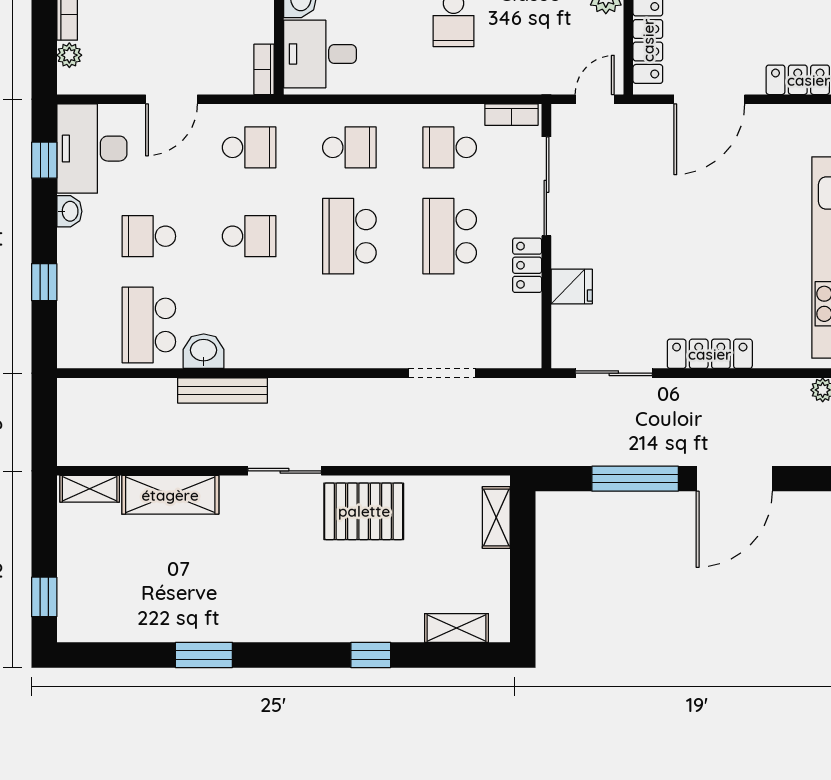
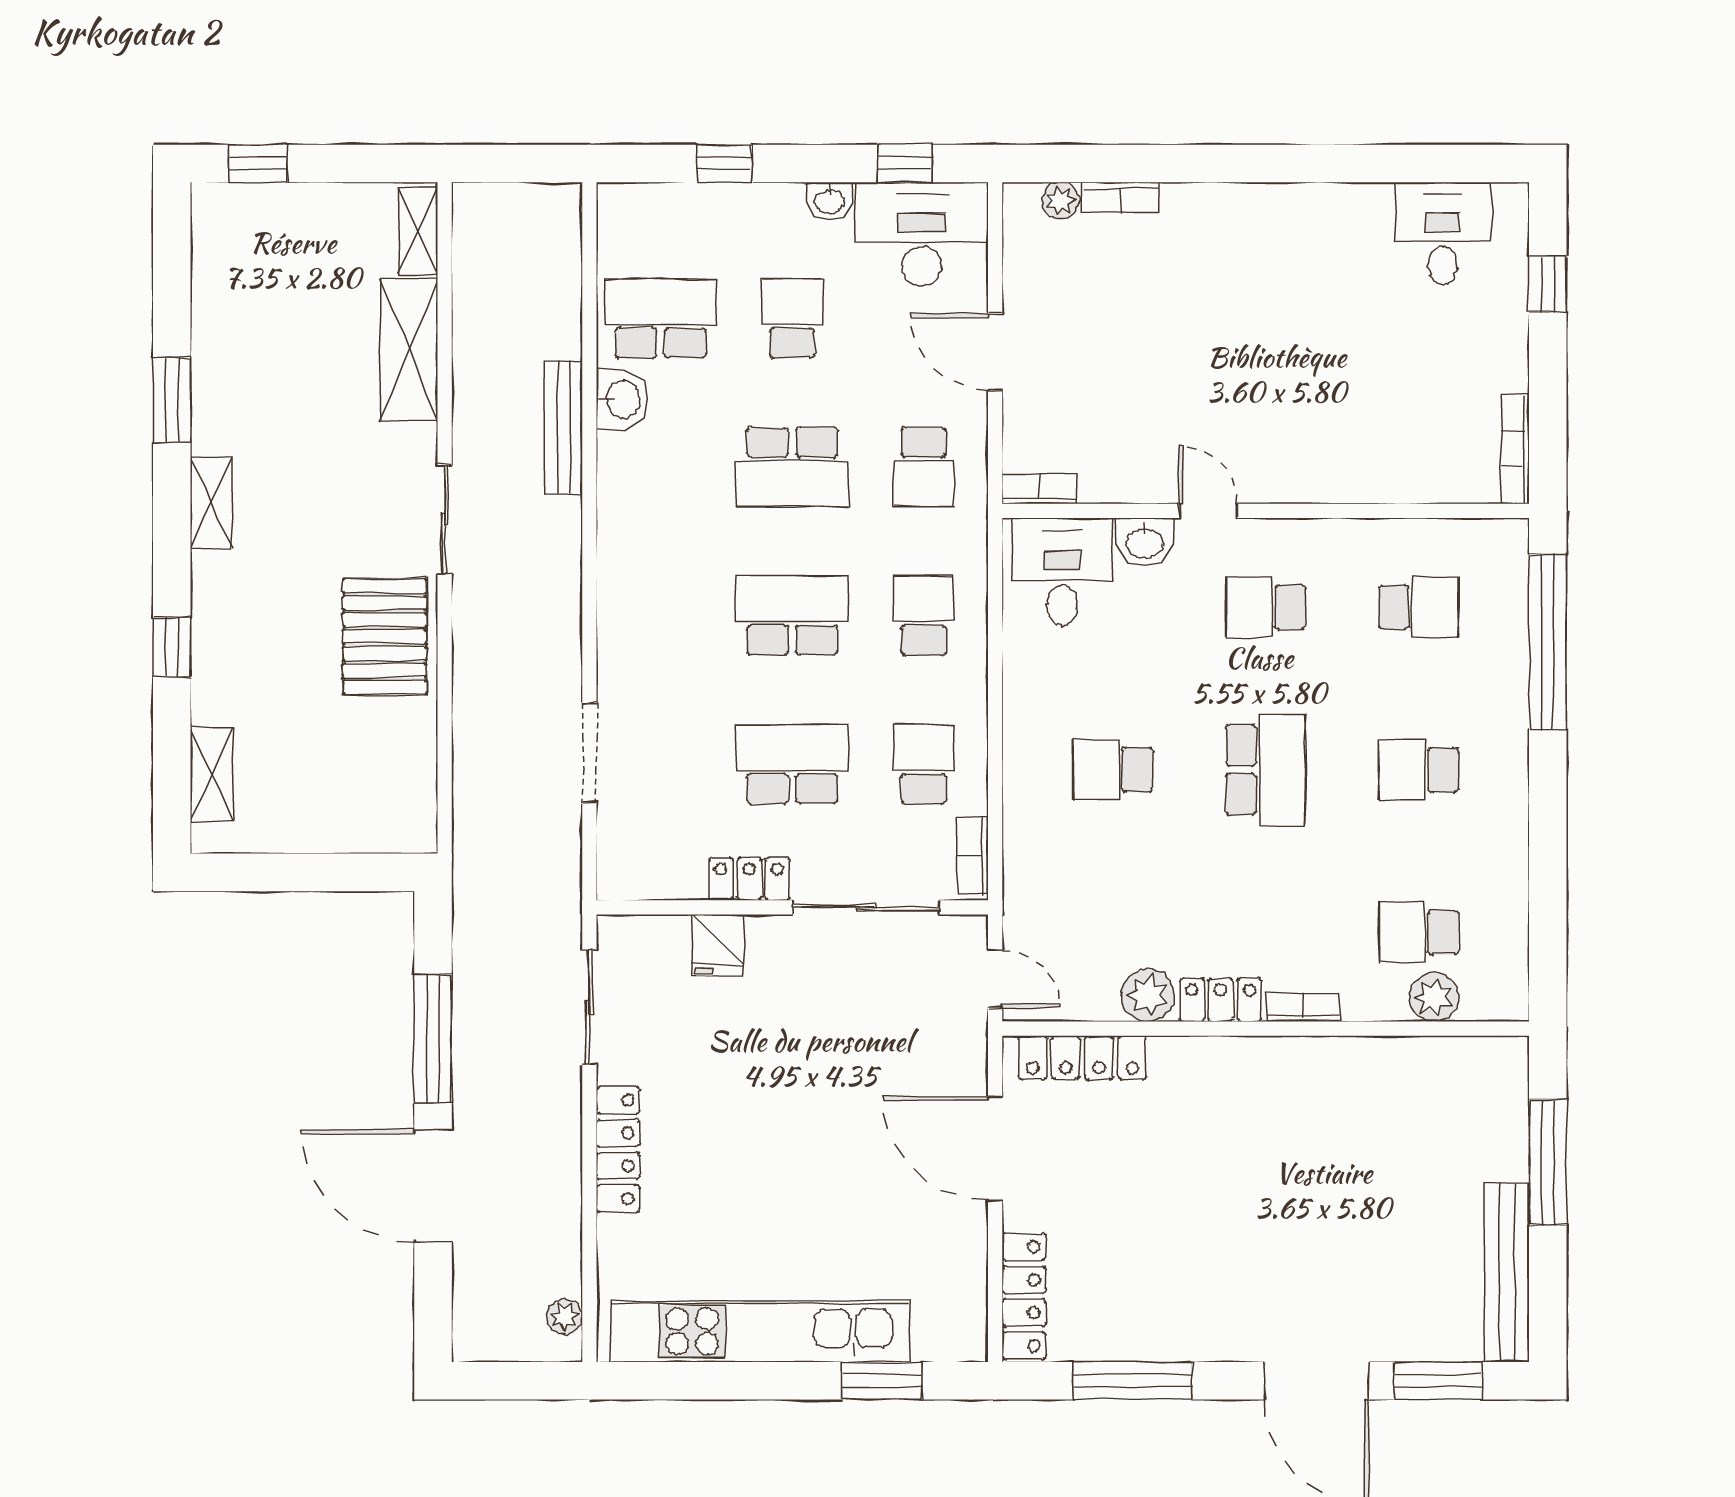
school desk: (349, 147) -> (924, 615), turned 180
school desk: (249, 236) -> (792, 467), width x1.85
shelving: (496, 517) -> (211, 503), moved, turned 90

